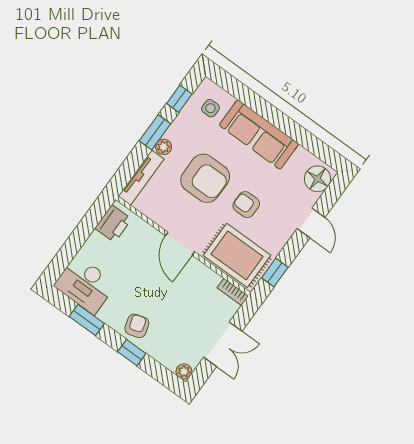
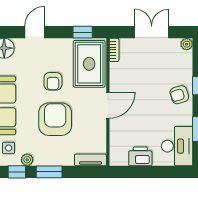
plant: (164, 147) -> (27, 160), moved
tv unit: (141, 178) -> (91, 160), width x0.71
printer: (113, 224) -> (140, 156), moved

